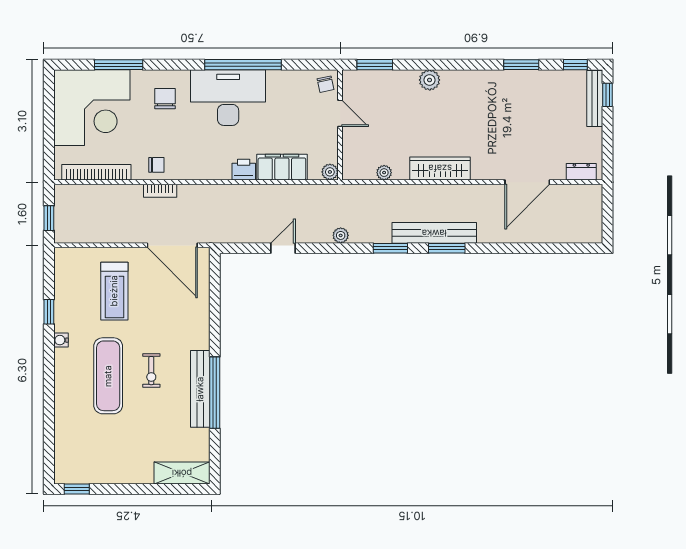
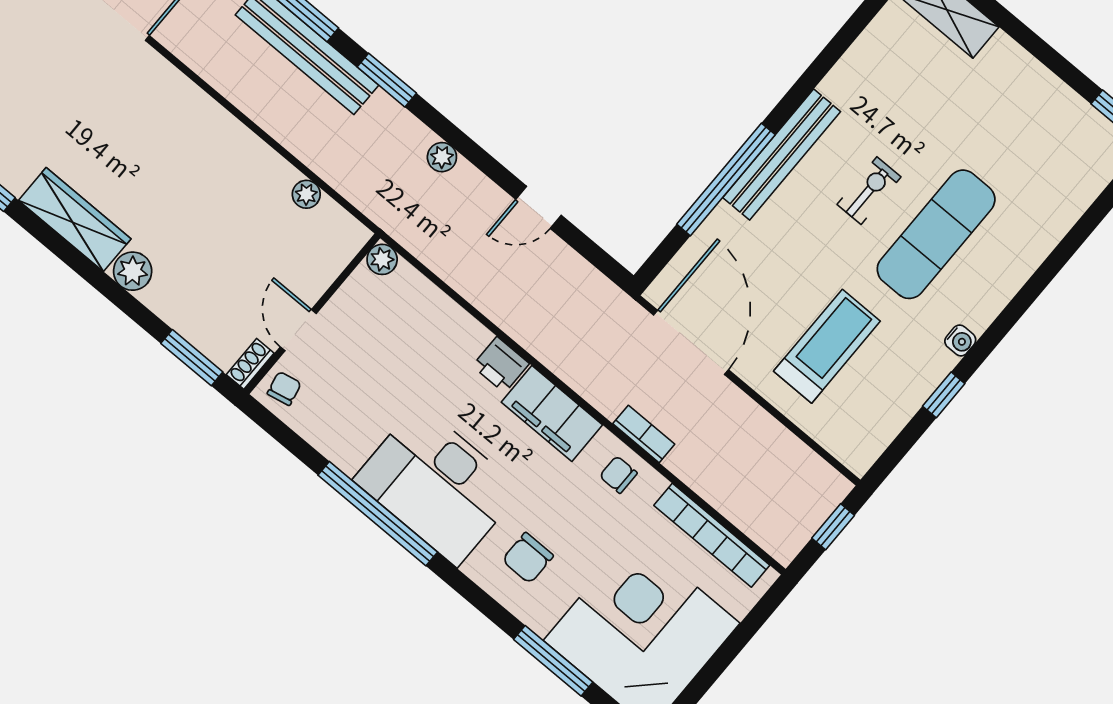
shoe rack: (348, 82) -> (250, 364), added
filing cabinet: (282, 167) -> (552, 414), moved
wardrobe: (440, 168) -> (75, 220), moved, turned 180
bench: (200, 389) -> (782, 155), moved
window: (215, 393) -> (726, 179), moved

